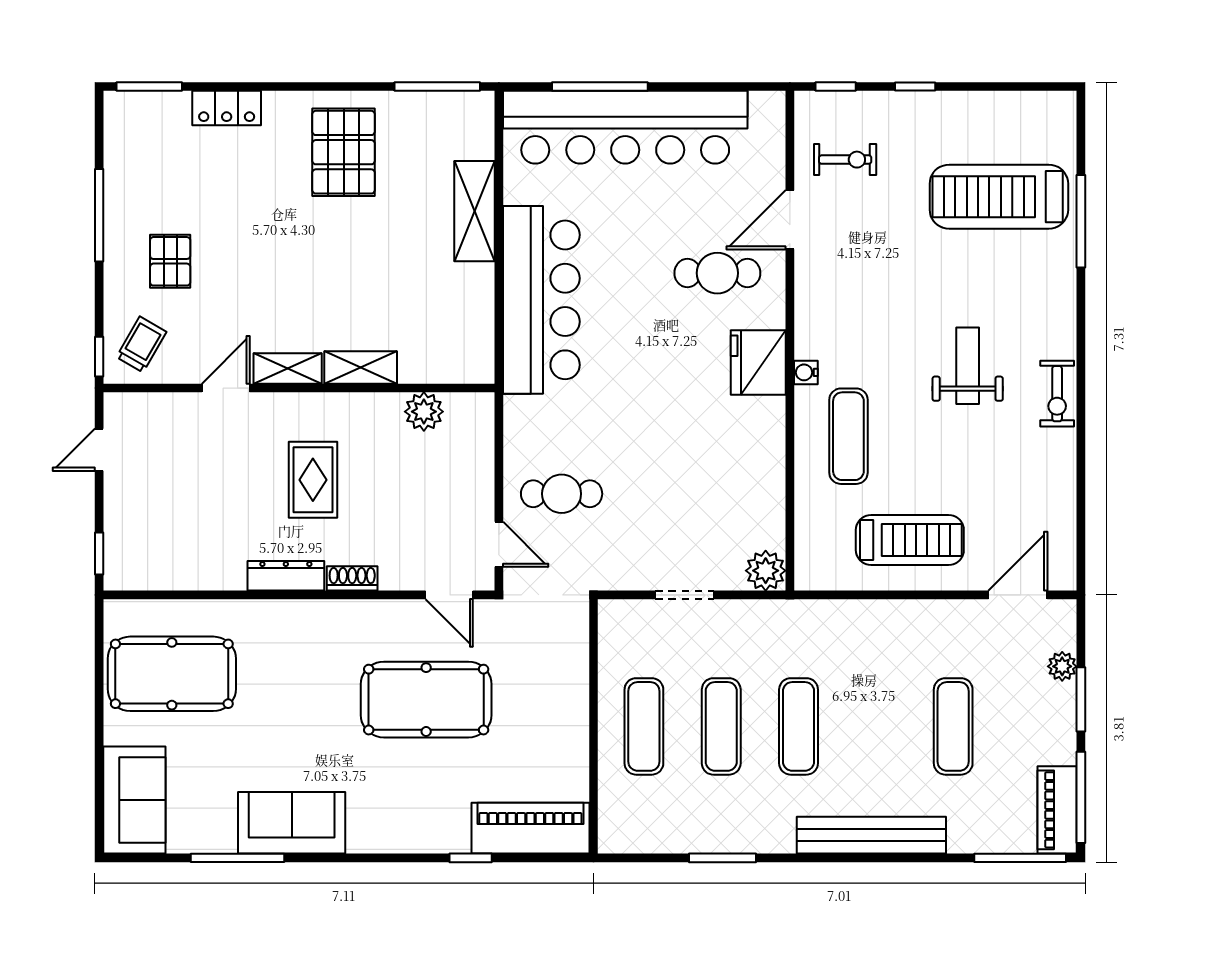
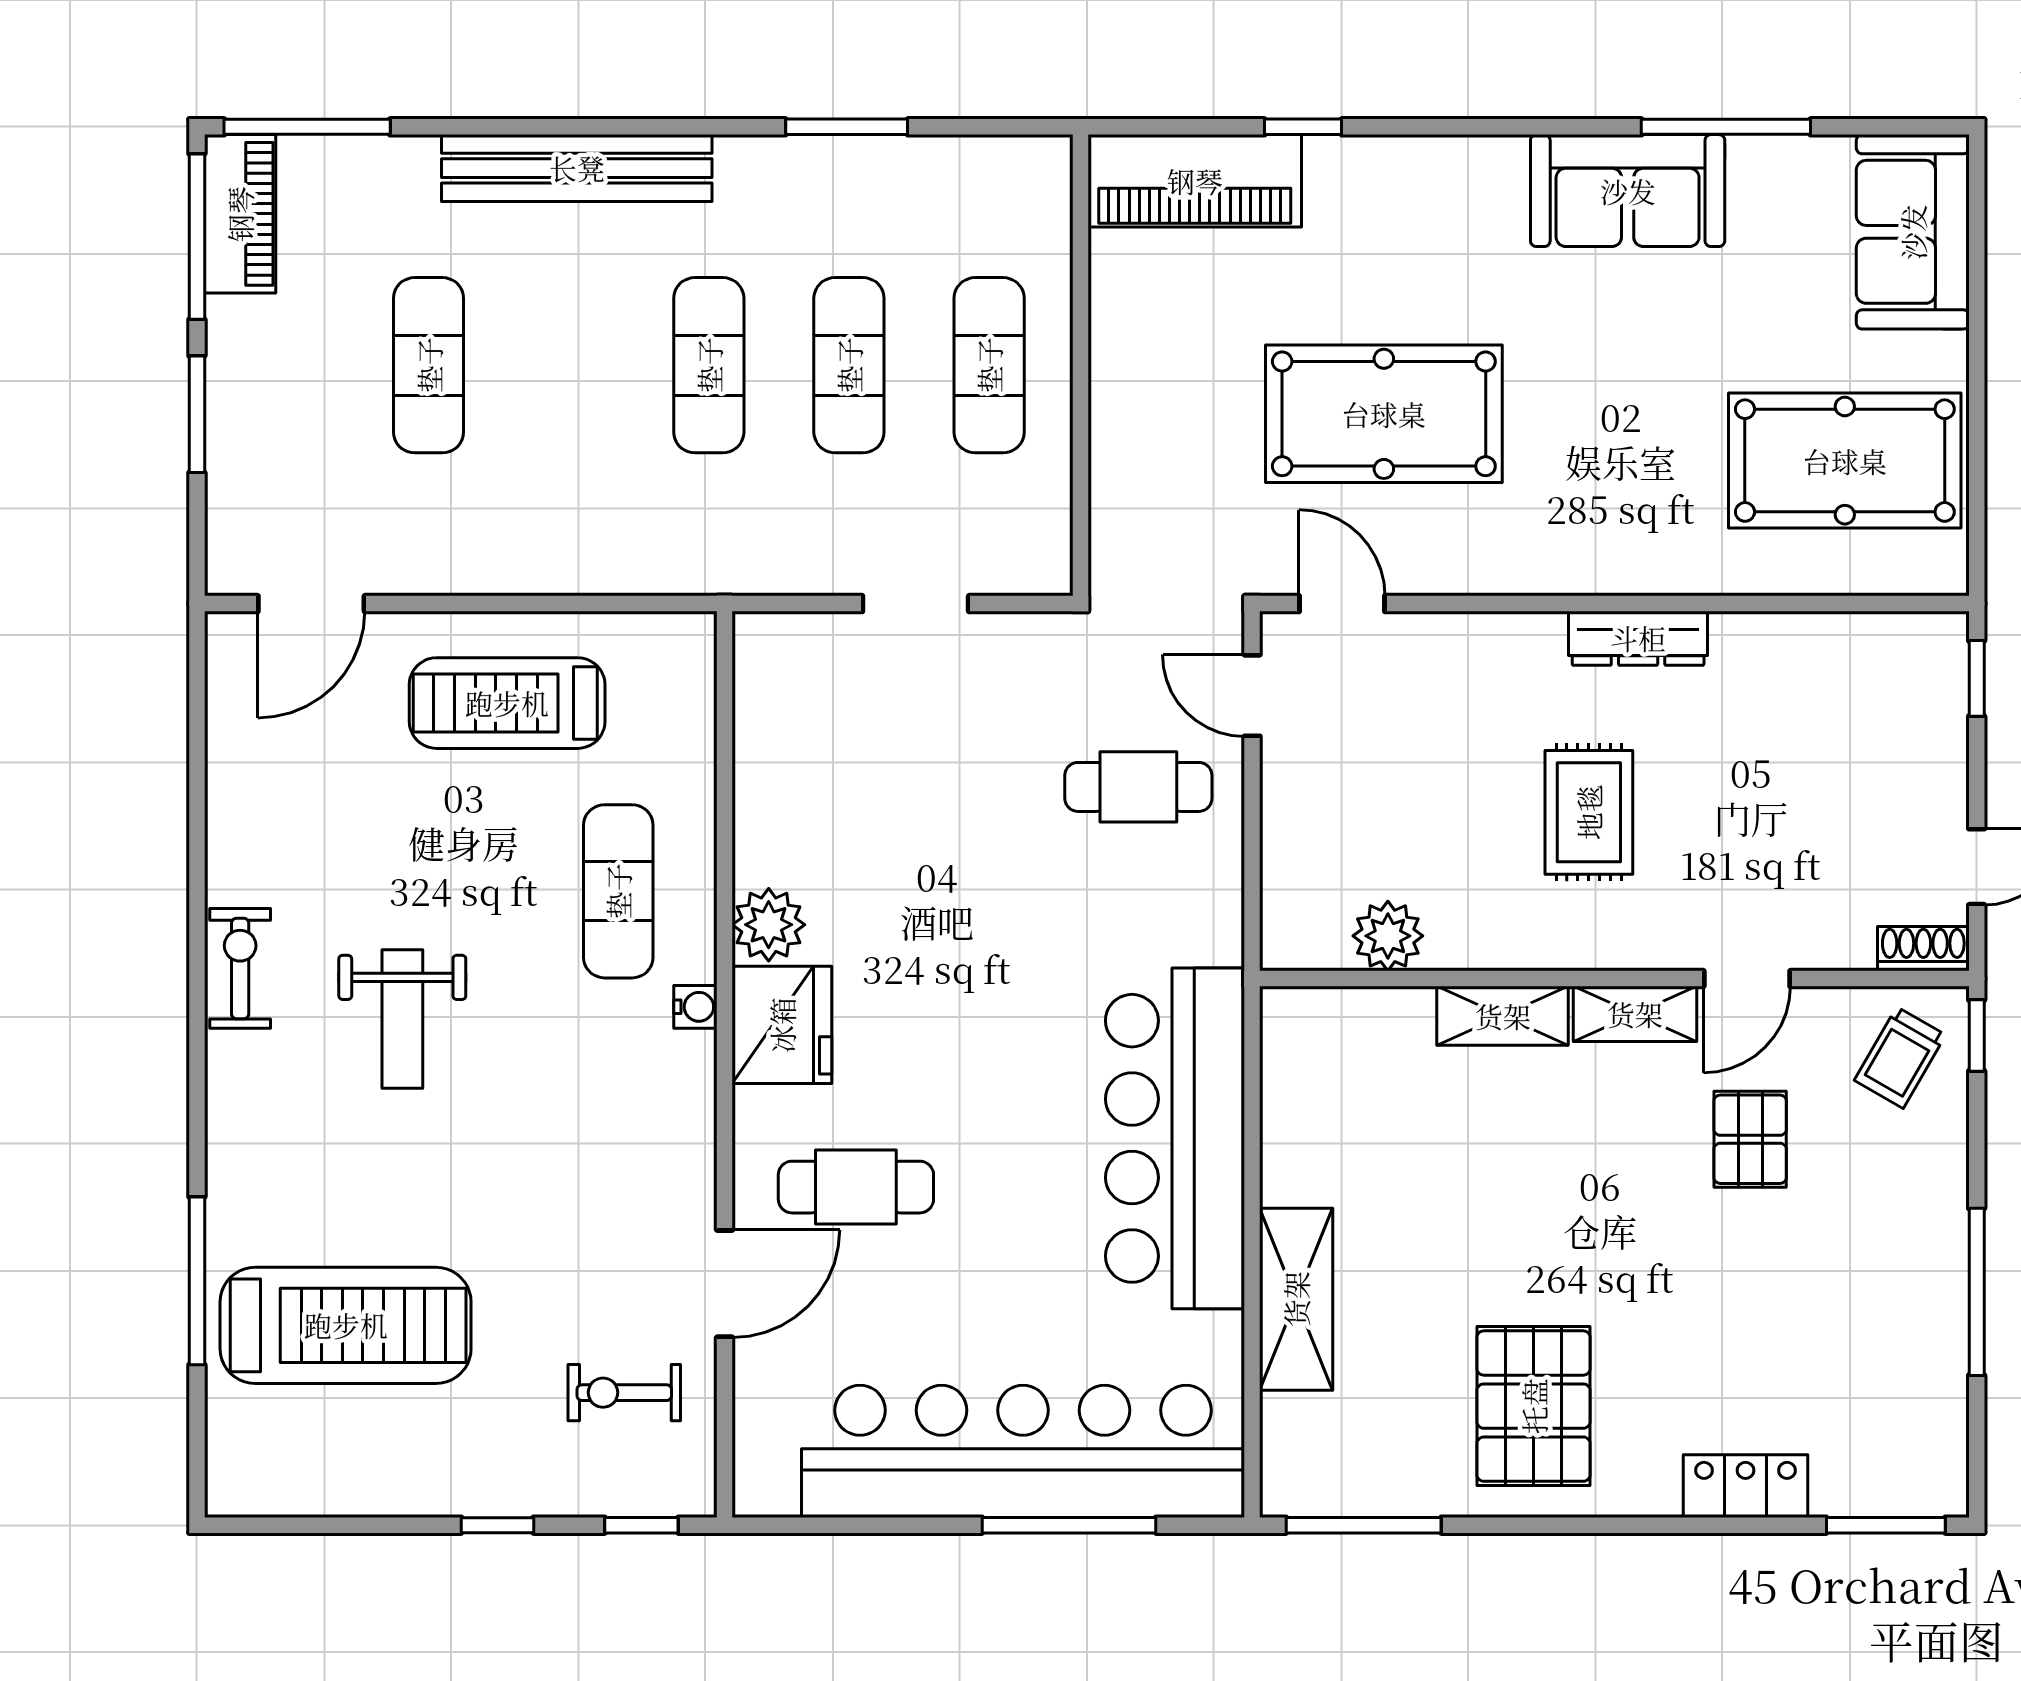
pallet: (170, 261) -> (1750, 1139), moved
plant: (766, 571) -> (769, 925), moved
shoe rack: (352, 578) -> (1923, 949), moved, turned 180
plant: (1062, 666) -> (231, 474), removed

